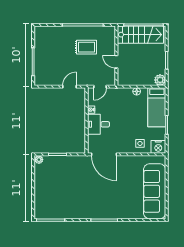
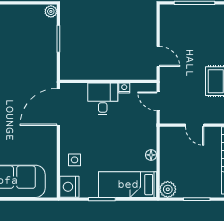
door: (116, 62) -> (195, 125), swing flipped

